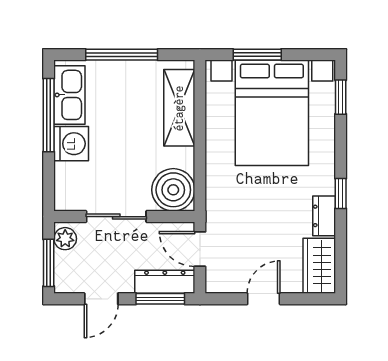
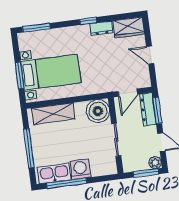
window: (341, 97) -> (36, 28), width x1.50
bed with nightstands: (272, 113) -> (51, 72), width x0.73
plant: (65, 239) -> (155, 163), moved

